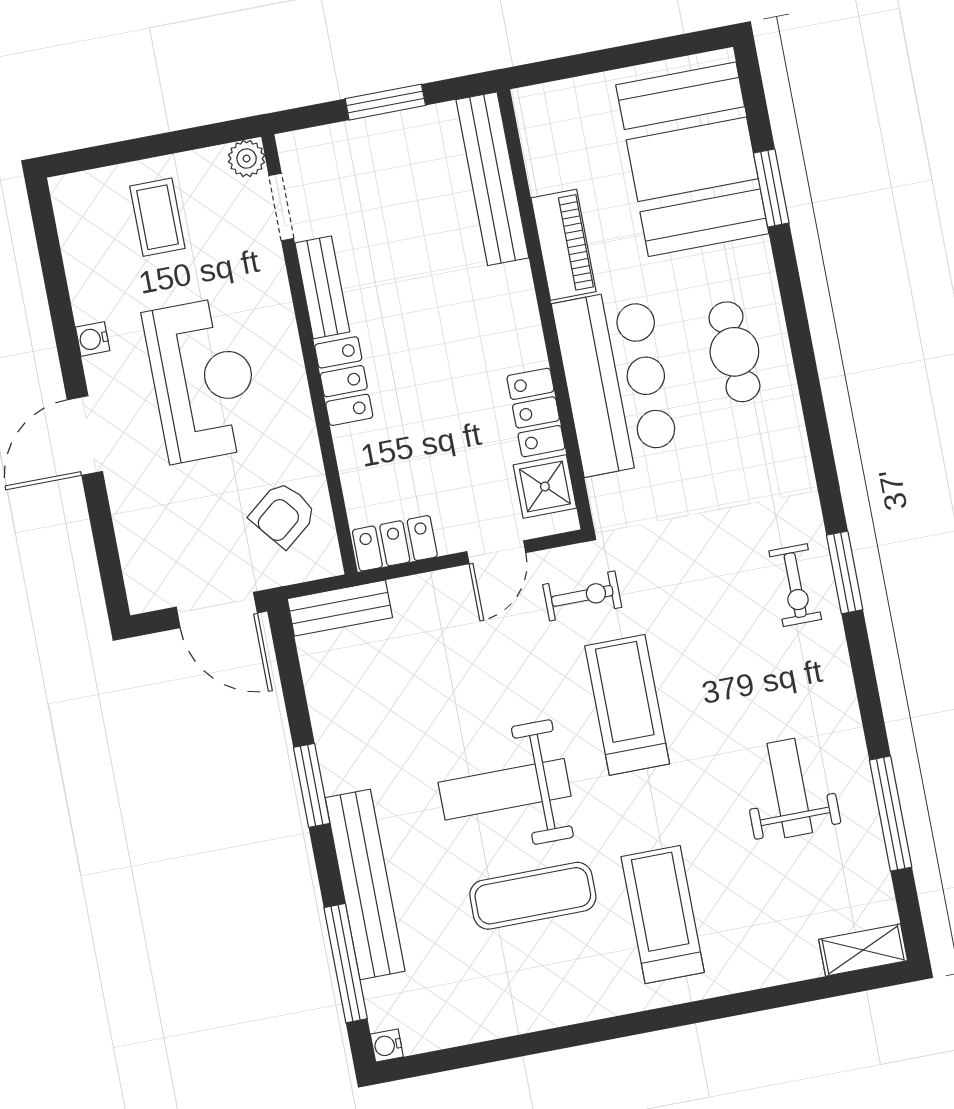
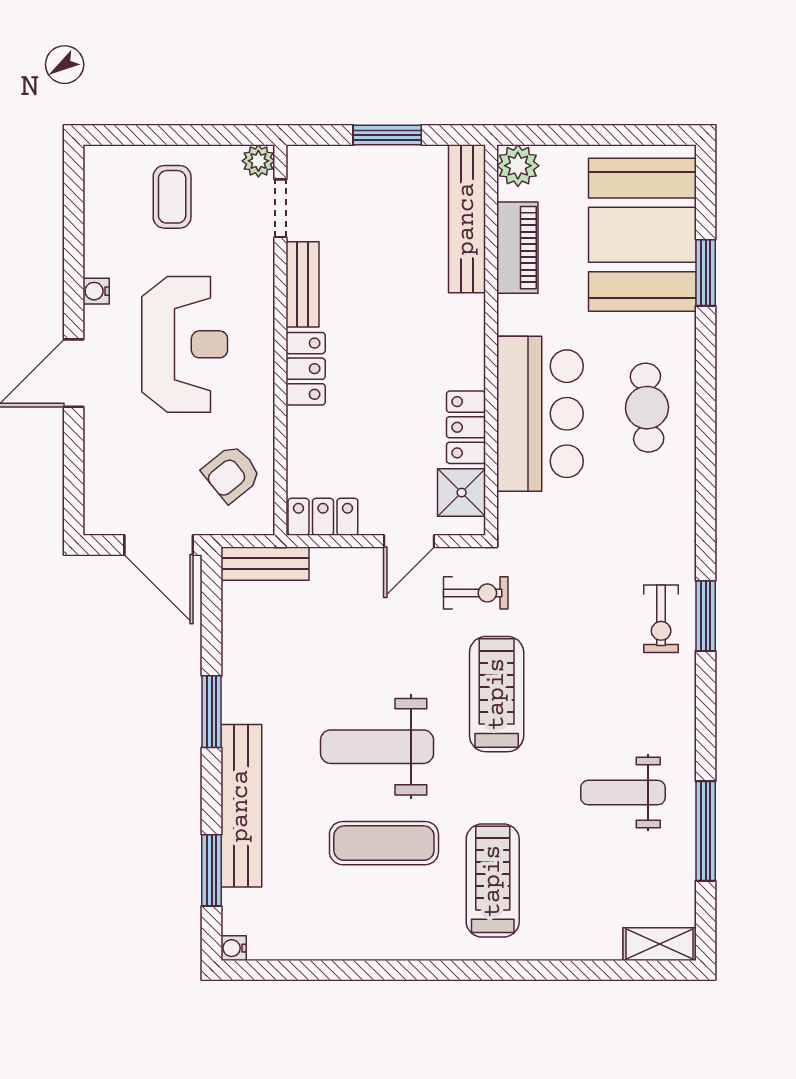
plant: (538, 108) -> (518, 166), added
piano: (564, 245) -> (517, 248), moved
weight bench: (790, 788) -> (623, 793), turned -90
window: (346, 963) -> (212, 870), width x0.69

